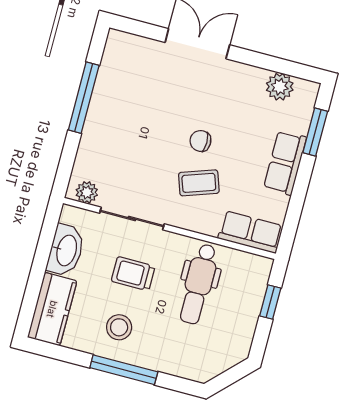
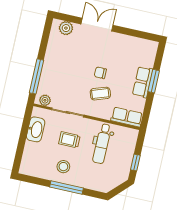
plant: (280, 87) -> (66, 28), moved
window: (84, 98) -> (37, 76), moved
window: (315, 132) -> (154, 81), moved
window: (270, 302) -> (135, 162), moved
kitchen counter: (52, 309) -> (30, 159), removed

